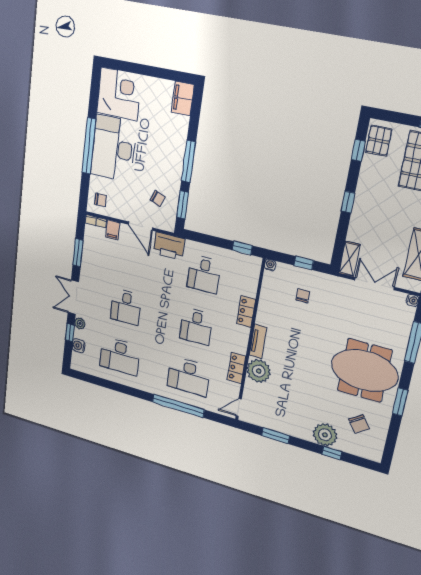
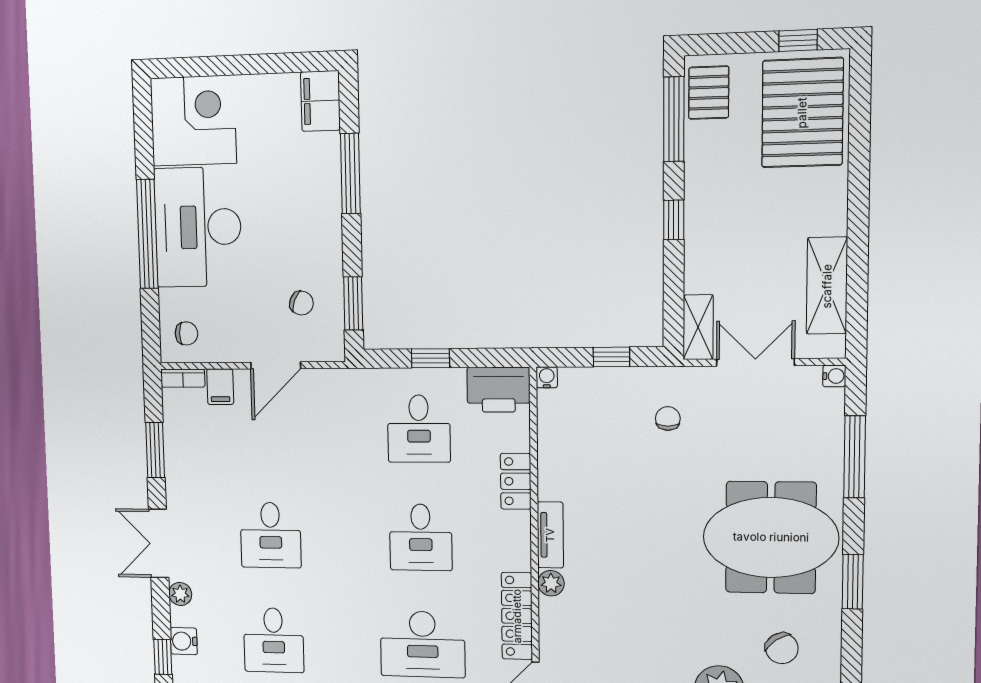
window: (358, 150) -> (674, 119), width x2.17
window: (189, 161) -> (350, 174), moved
door: (141, 226) -> (276, 365), hinge flipped
printer: (169, 246) -> (499, 390), moved
window: (242, 248) -> (430, 358), moved
chair: (303, 296) -> (668, 418), moved
window: (70, 333) -> (163, 657), moved
desk: (120, 356) -> (274, 640), width x0.73
locker: (236, 368) -> (517, 616), width x1.53
plant: (259, 371) -> (551, 583), width x0.53, depth x0.53

